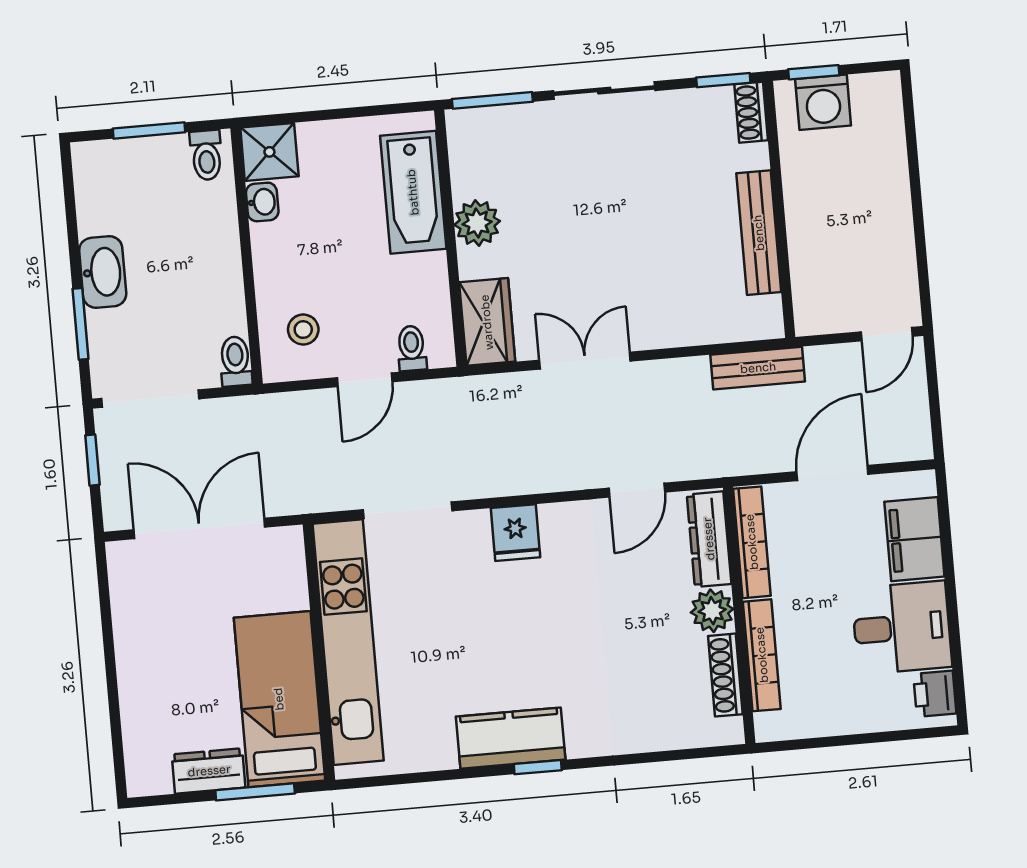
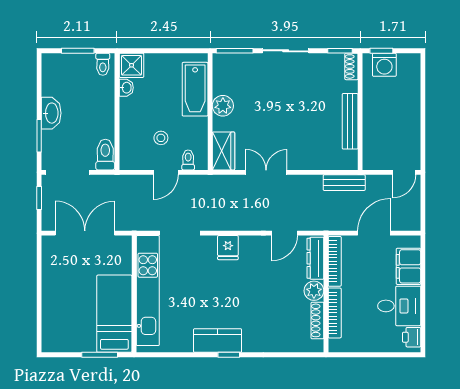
stool: (303, 330) -> (161, 138), moved
toilet: (236, 361) -> (105, 155), width x1.37, depth x1.39
dresser: (209, 771) -> (79, 343), removed

